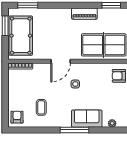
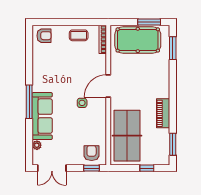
door: (61, 61) -> (108, 86), hinge flipped
coffee table: (41, 107) -> (79, 35), moved
sofa: (87, 119) -> (42, 116), width x1.36

